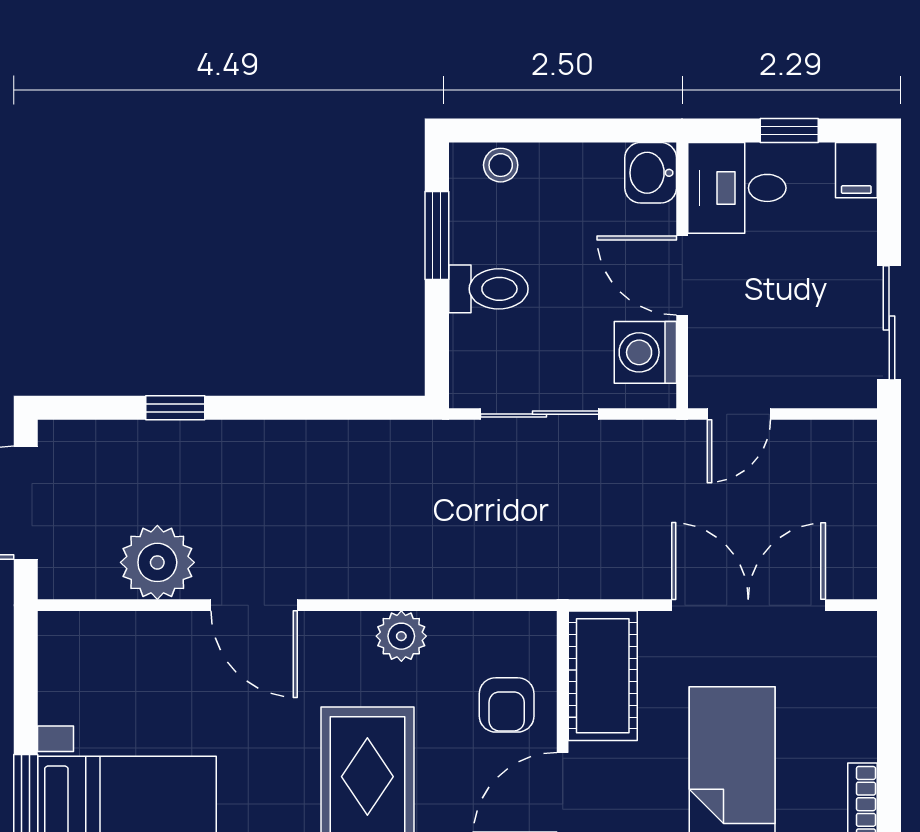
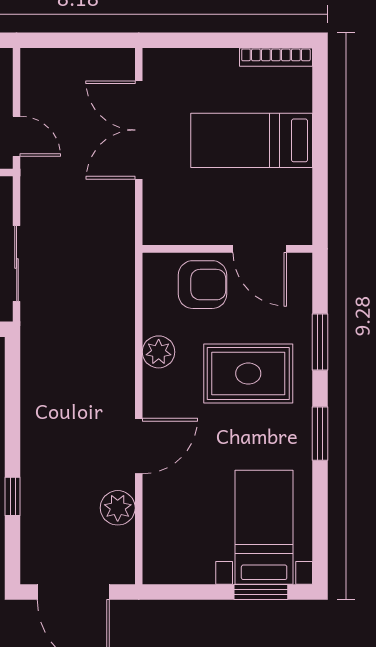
plant: (157, 562) -> (118, 508), width x0.73, depth x0.73
cot: (603, 676) -> (184, 223), removed
armchair: (507, 705) -> (202, 285), width x1.38, depth x1.38

